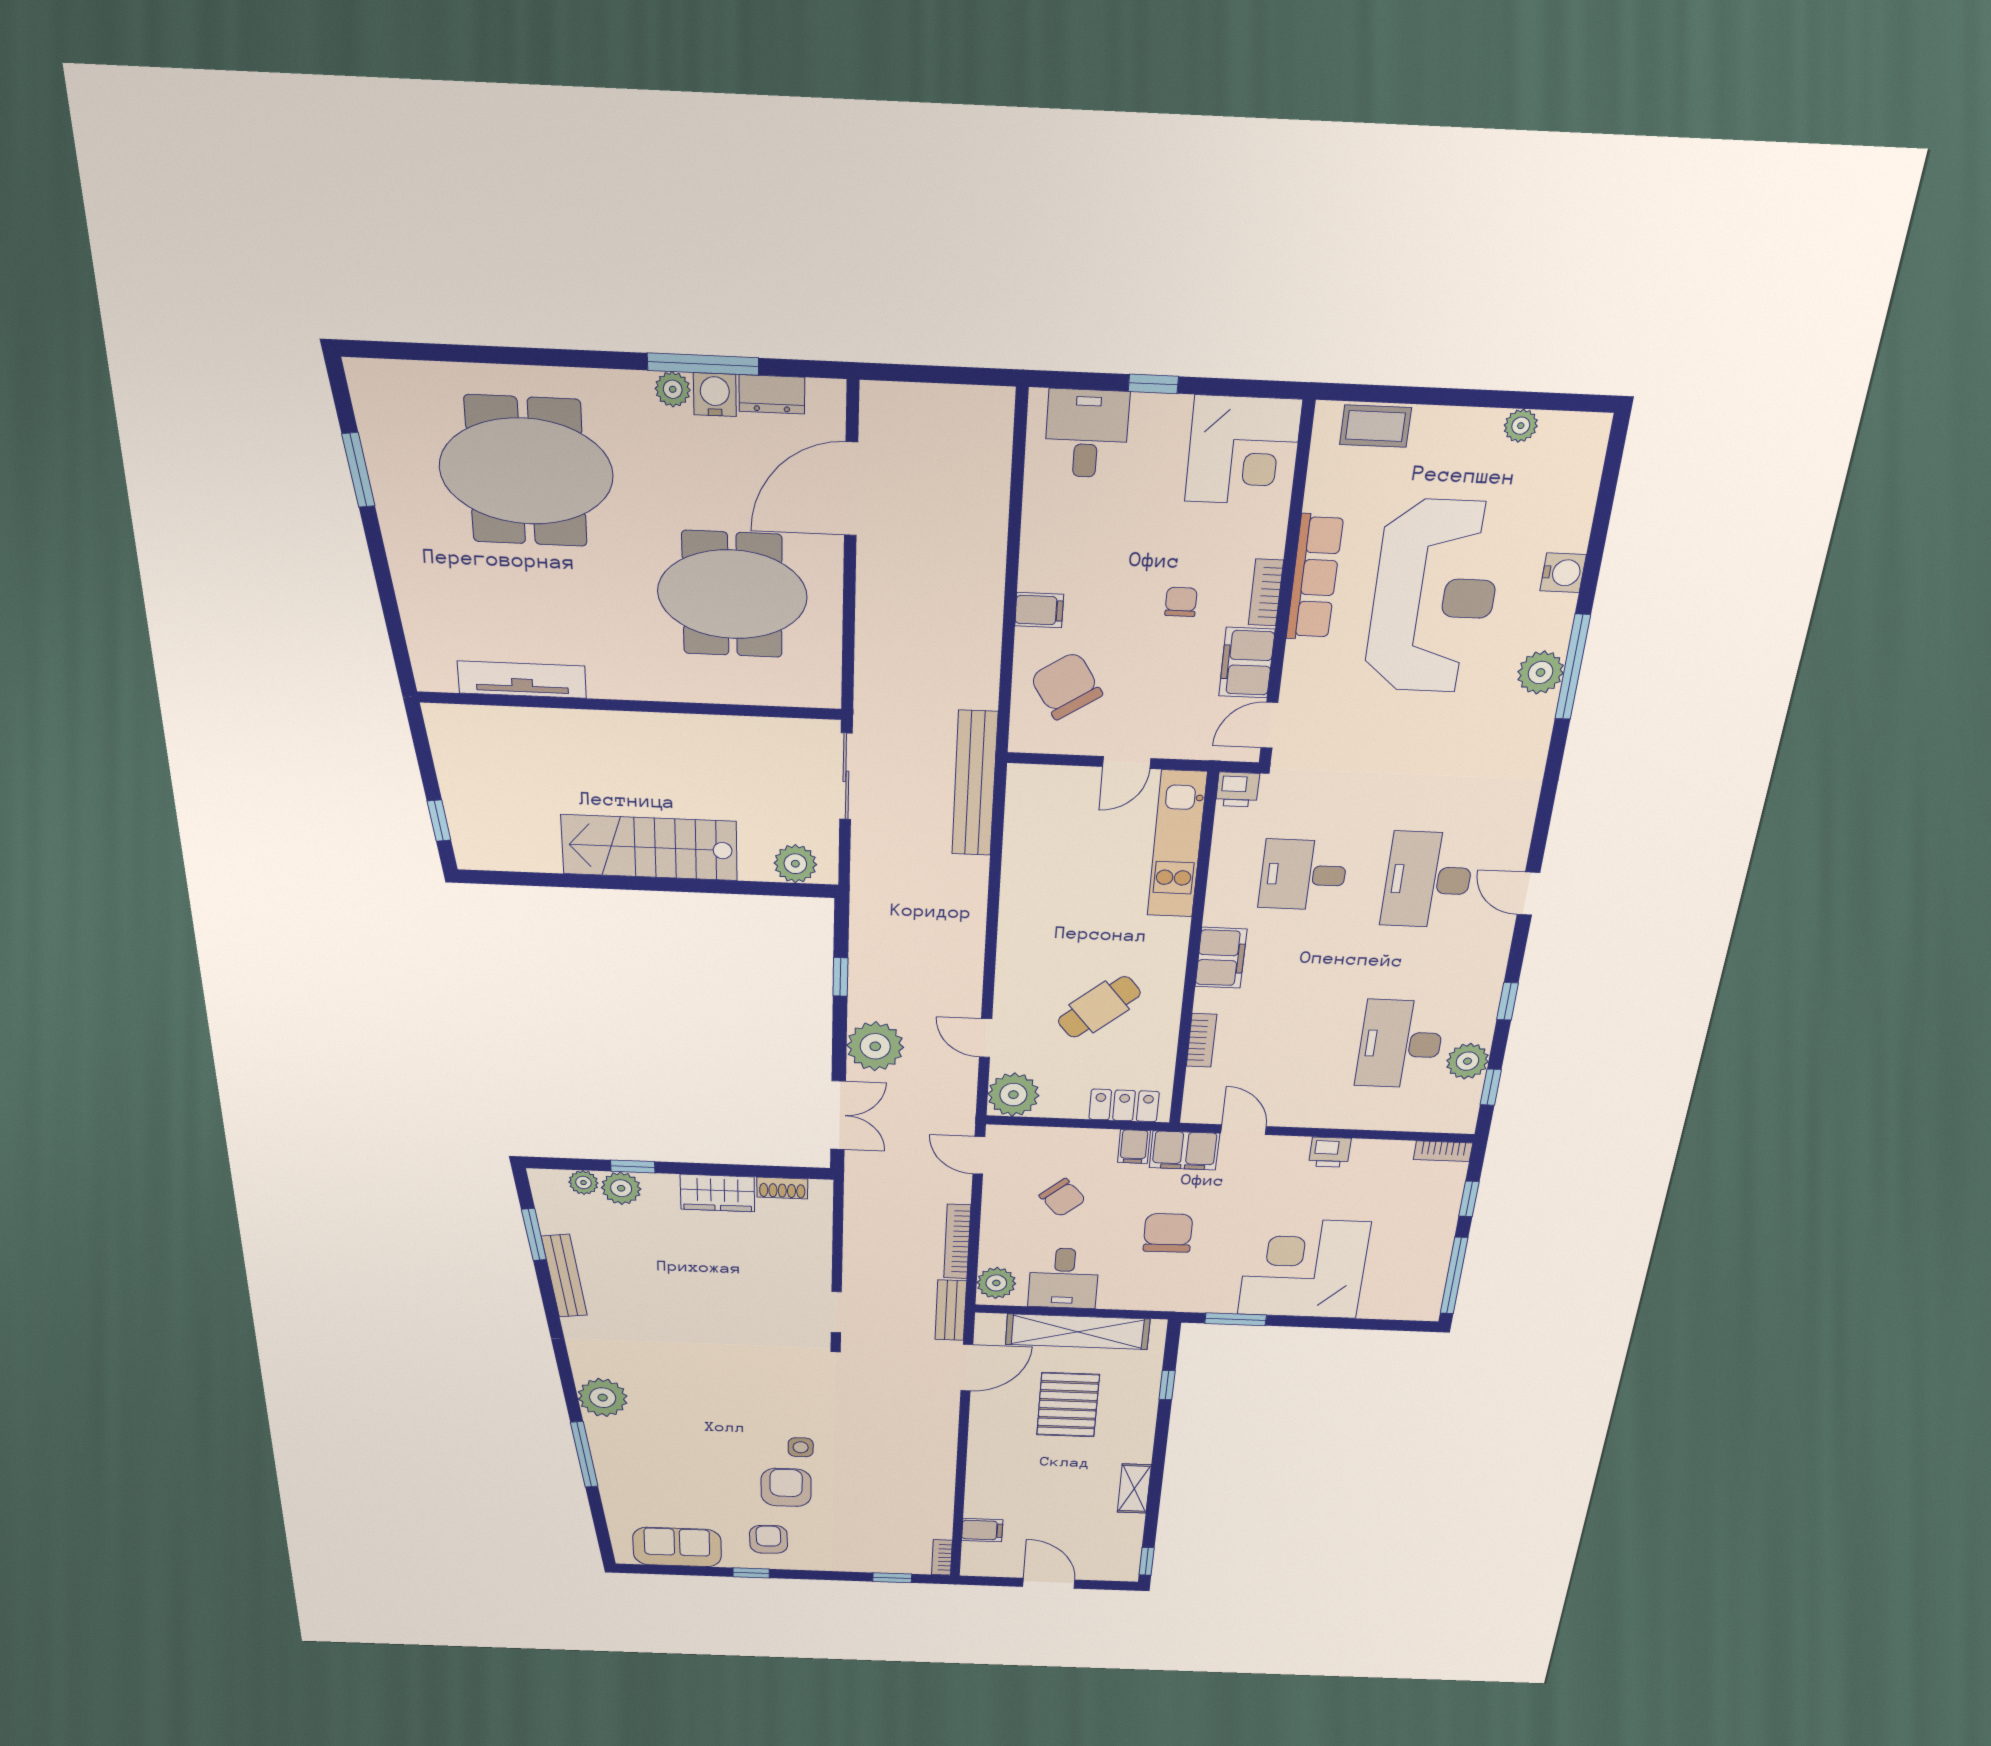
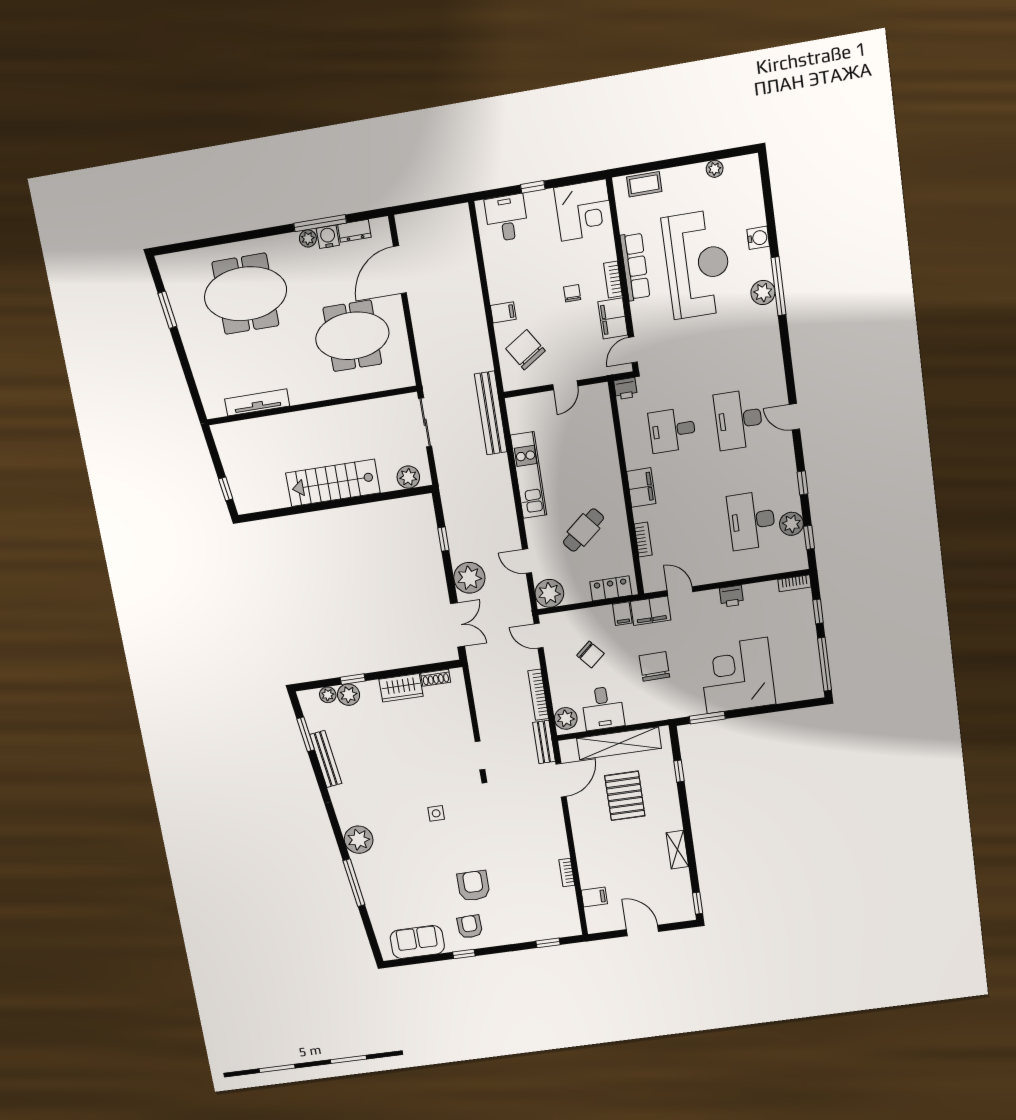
kitchen unit: (1177, 844) -> (529, 475), moved, turned 180
side table: (801, 1447) -> (436, 813), moved
bookcase: (942, 1557) -> (567, 872), moved

